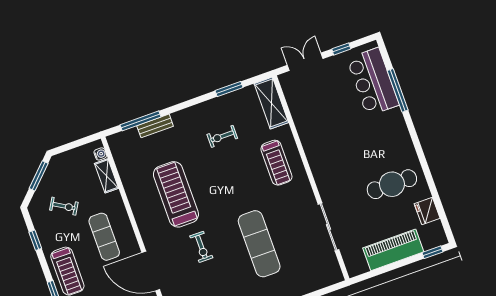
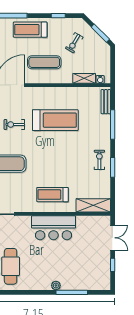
bar counter: (373, 82) -> (54, 228), moved, turned 180
window: (229, 89) -> (113, 167), moved
plant: (396, 115) -> (56, 285), added
window: (141, 121) -> (113, 125), moved
bench: (155, 126) -> (106, 102), moved
exercise bike: (222, 136) -> (99, 160), moved

